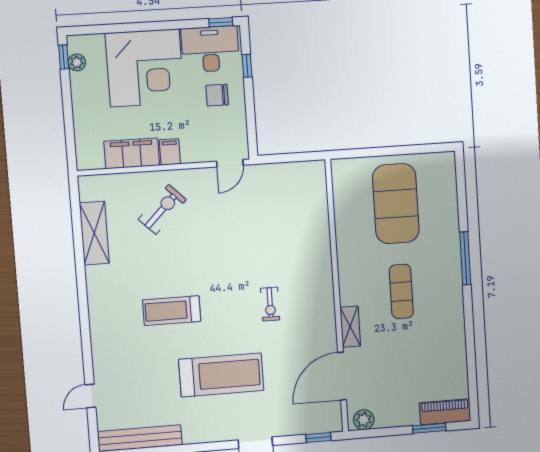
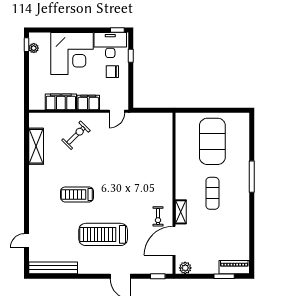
filing cabinet: (170, 152) -> (88, 102), width x2.00
exercise bike: (270, 304) -> (158, 216), moved
treadmill: (221, 375) -> (103, 234), turned 180

